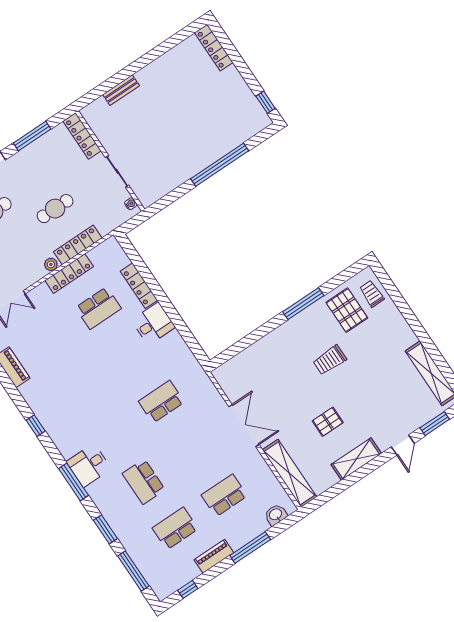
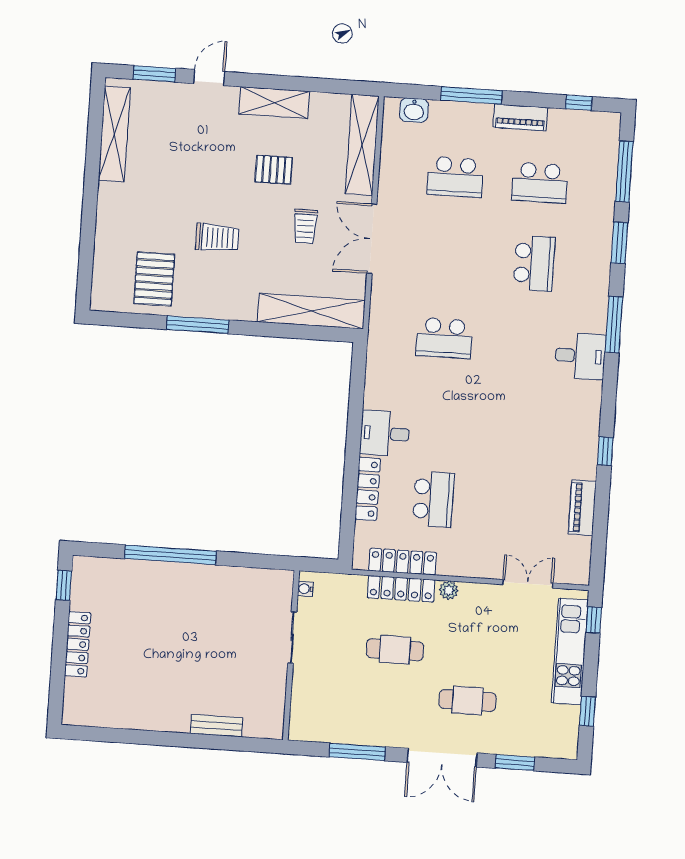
locker: (214, 48) -> (78, 644), moved
locker: (82, 136) -> (301, 708), removed
locker: (69, 274) -> (403, 562), moved
trolley: (372, 294) -> (305, 226), moved
school desk: (98, 308) -> (433, 499), turned 90
shelving: (246, 360) -> (311, 311), added
window: (36, 426) -> (605, 451), moved
desk: (89, 465) -> (580, 356), moved

